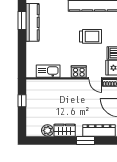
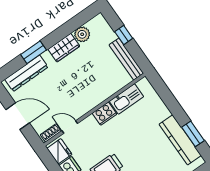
cooker: (79, 71) -> (104, 114), moved
bench: (31, 96) -> (126, 59), added
window: (22, 101) -> (124, 35), moved

